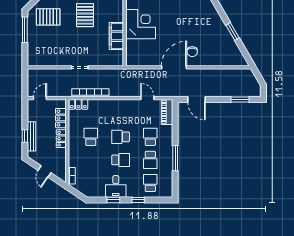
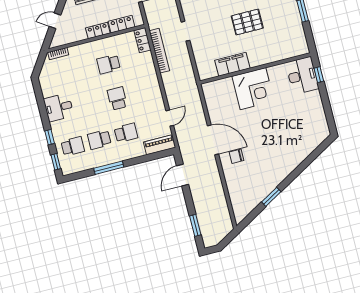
school desk: (91, 137) -> (109, 64), turned 180
school desk: (121, 160) -> (91, 105), removed
window: (113, 200) -> (56, 162), moved

